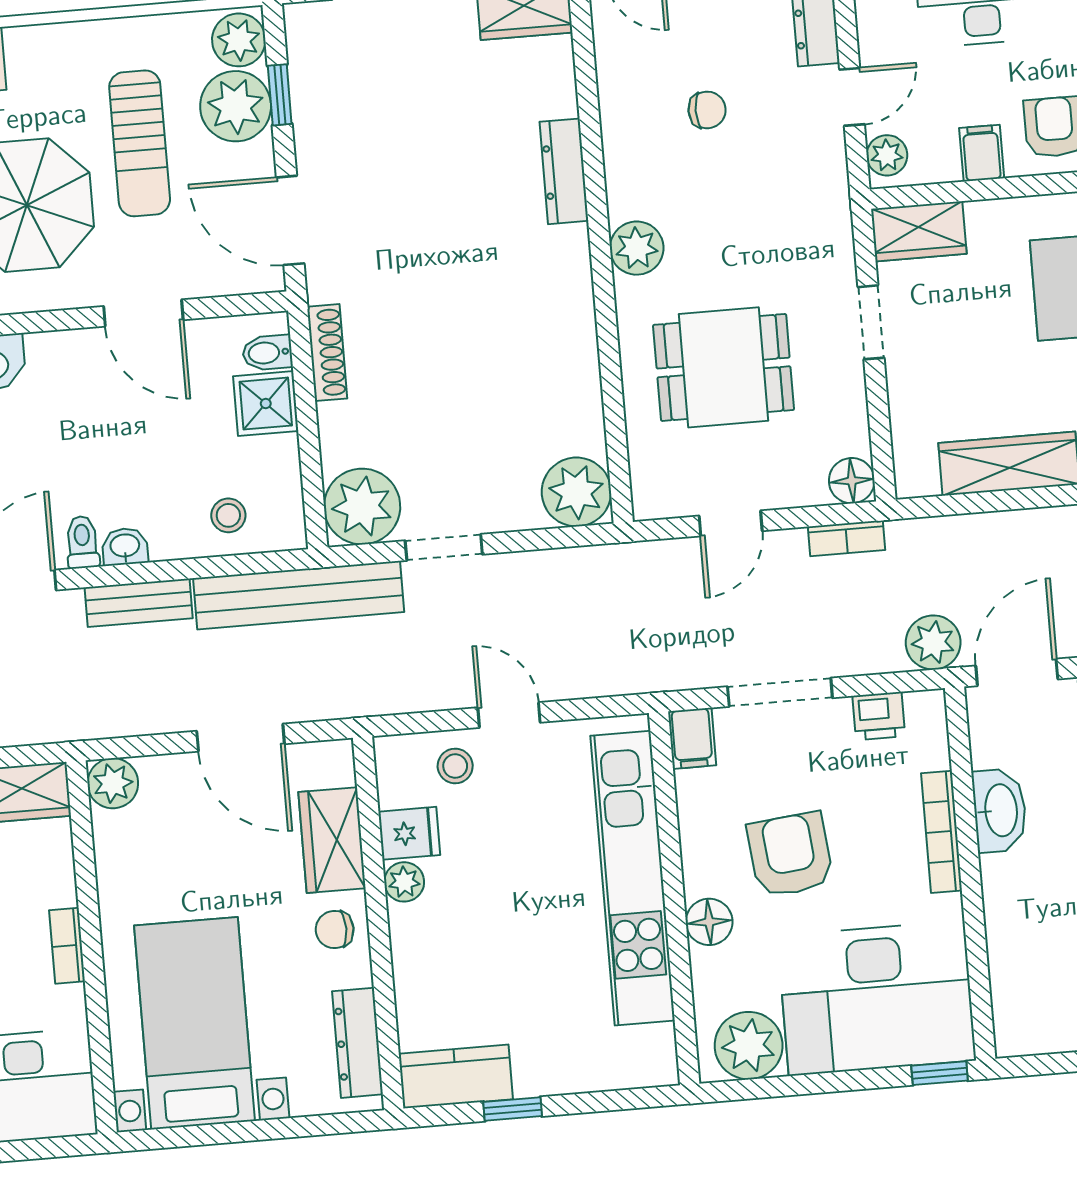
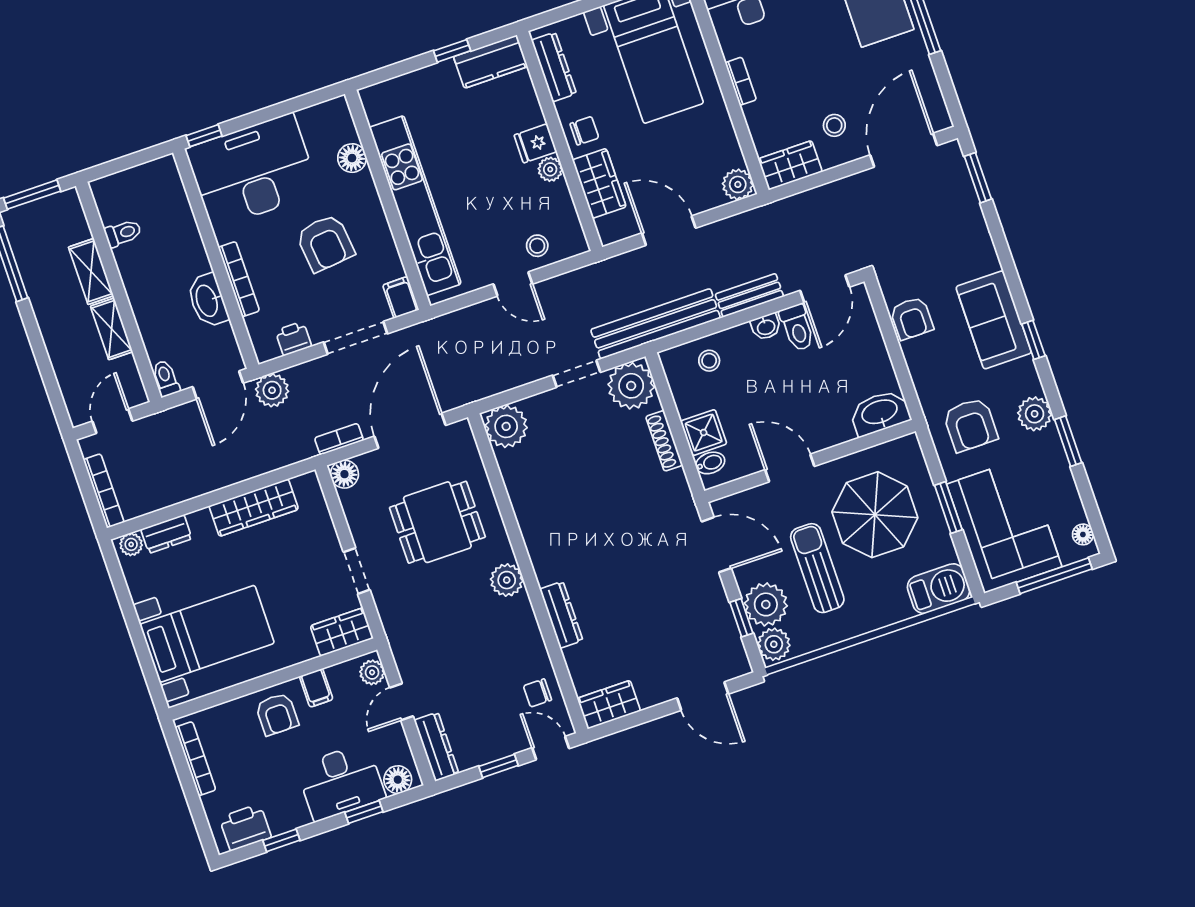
chair: (707, 110) -> (537, 693), moved
shoe rack: (327, 353) -> (664, 441), moved
door: (731, 523) -> (410, 431), width x1.88
toilet: (82, 542) -> (797, 328), width x1.37, depth x1.39
fridge: (409, 833) -> (535, 143), moved
floor lamp: (709, 922) -> (352, 158), moved
plant: (749, 1046) -> (321, 124), removed

